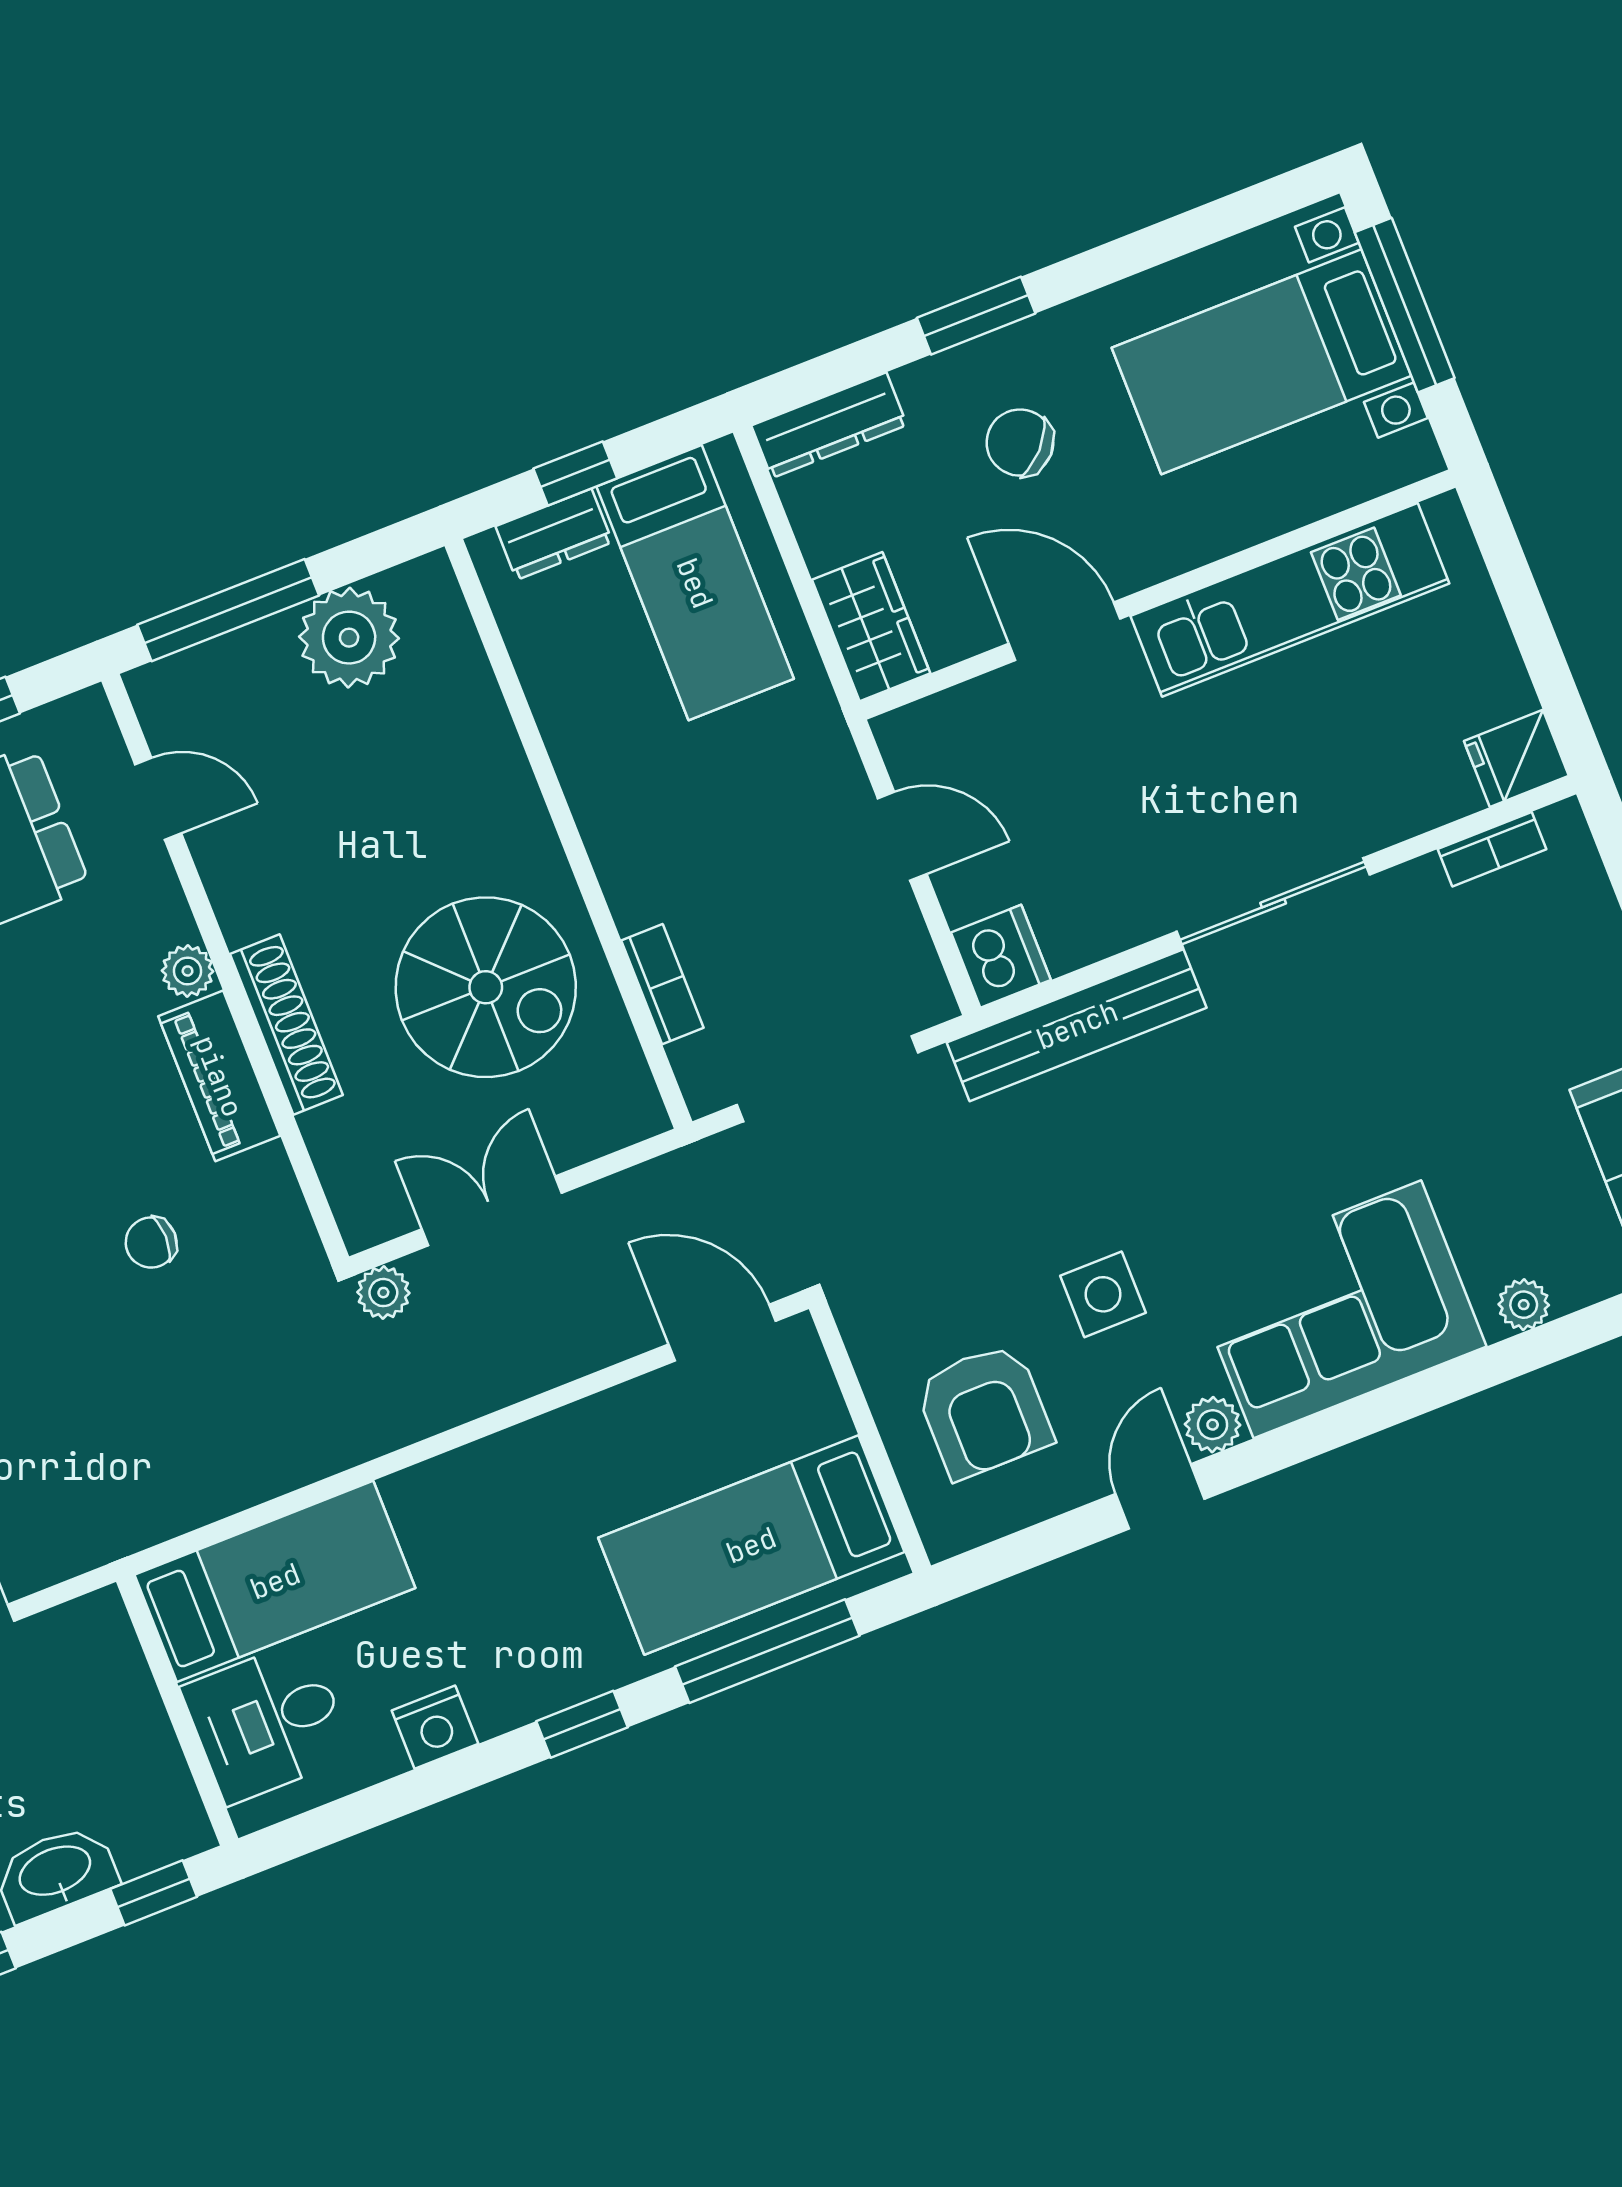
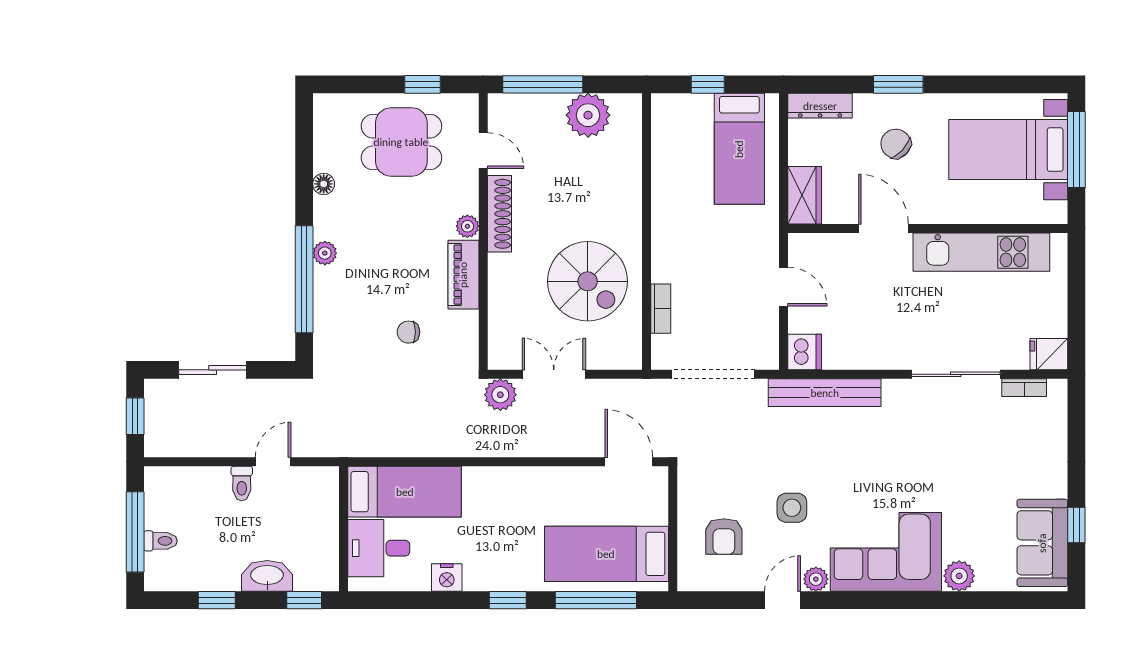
dresser: (554, 534) -> (689, 106), removed
sliding door: (1273, 903) -> (956, 374), moved
shoe rack: (286, 1025) -> (499, 214), moved
plant: (383, 1293) -> (500, 395), width x1.38, depth x1.38
plant: (1524, 1305) -> (959, 576), width x1.38, depth x1.38
armchair: (984, 1411) -> (724, 536), width x0.72, depth x0.72

